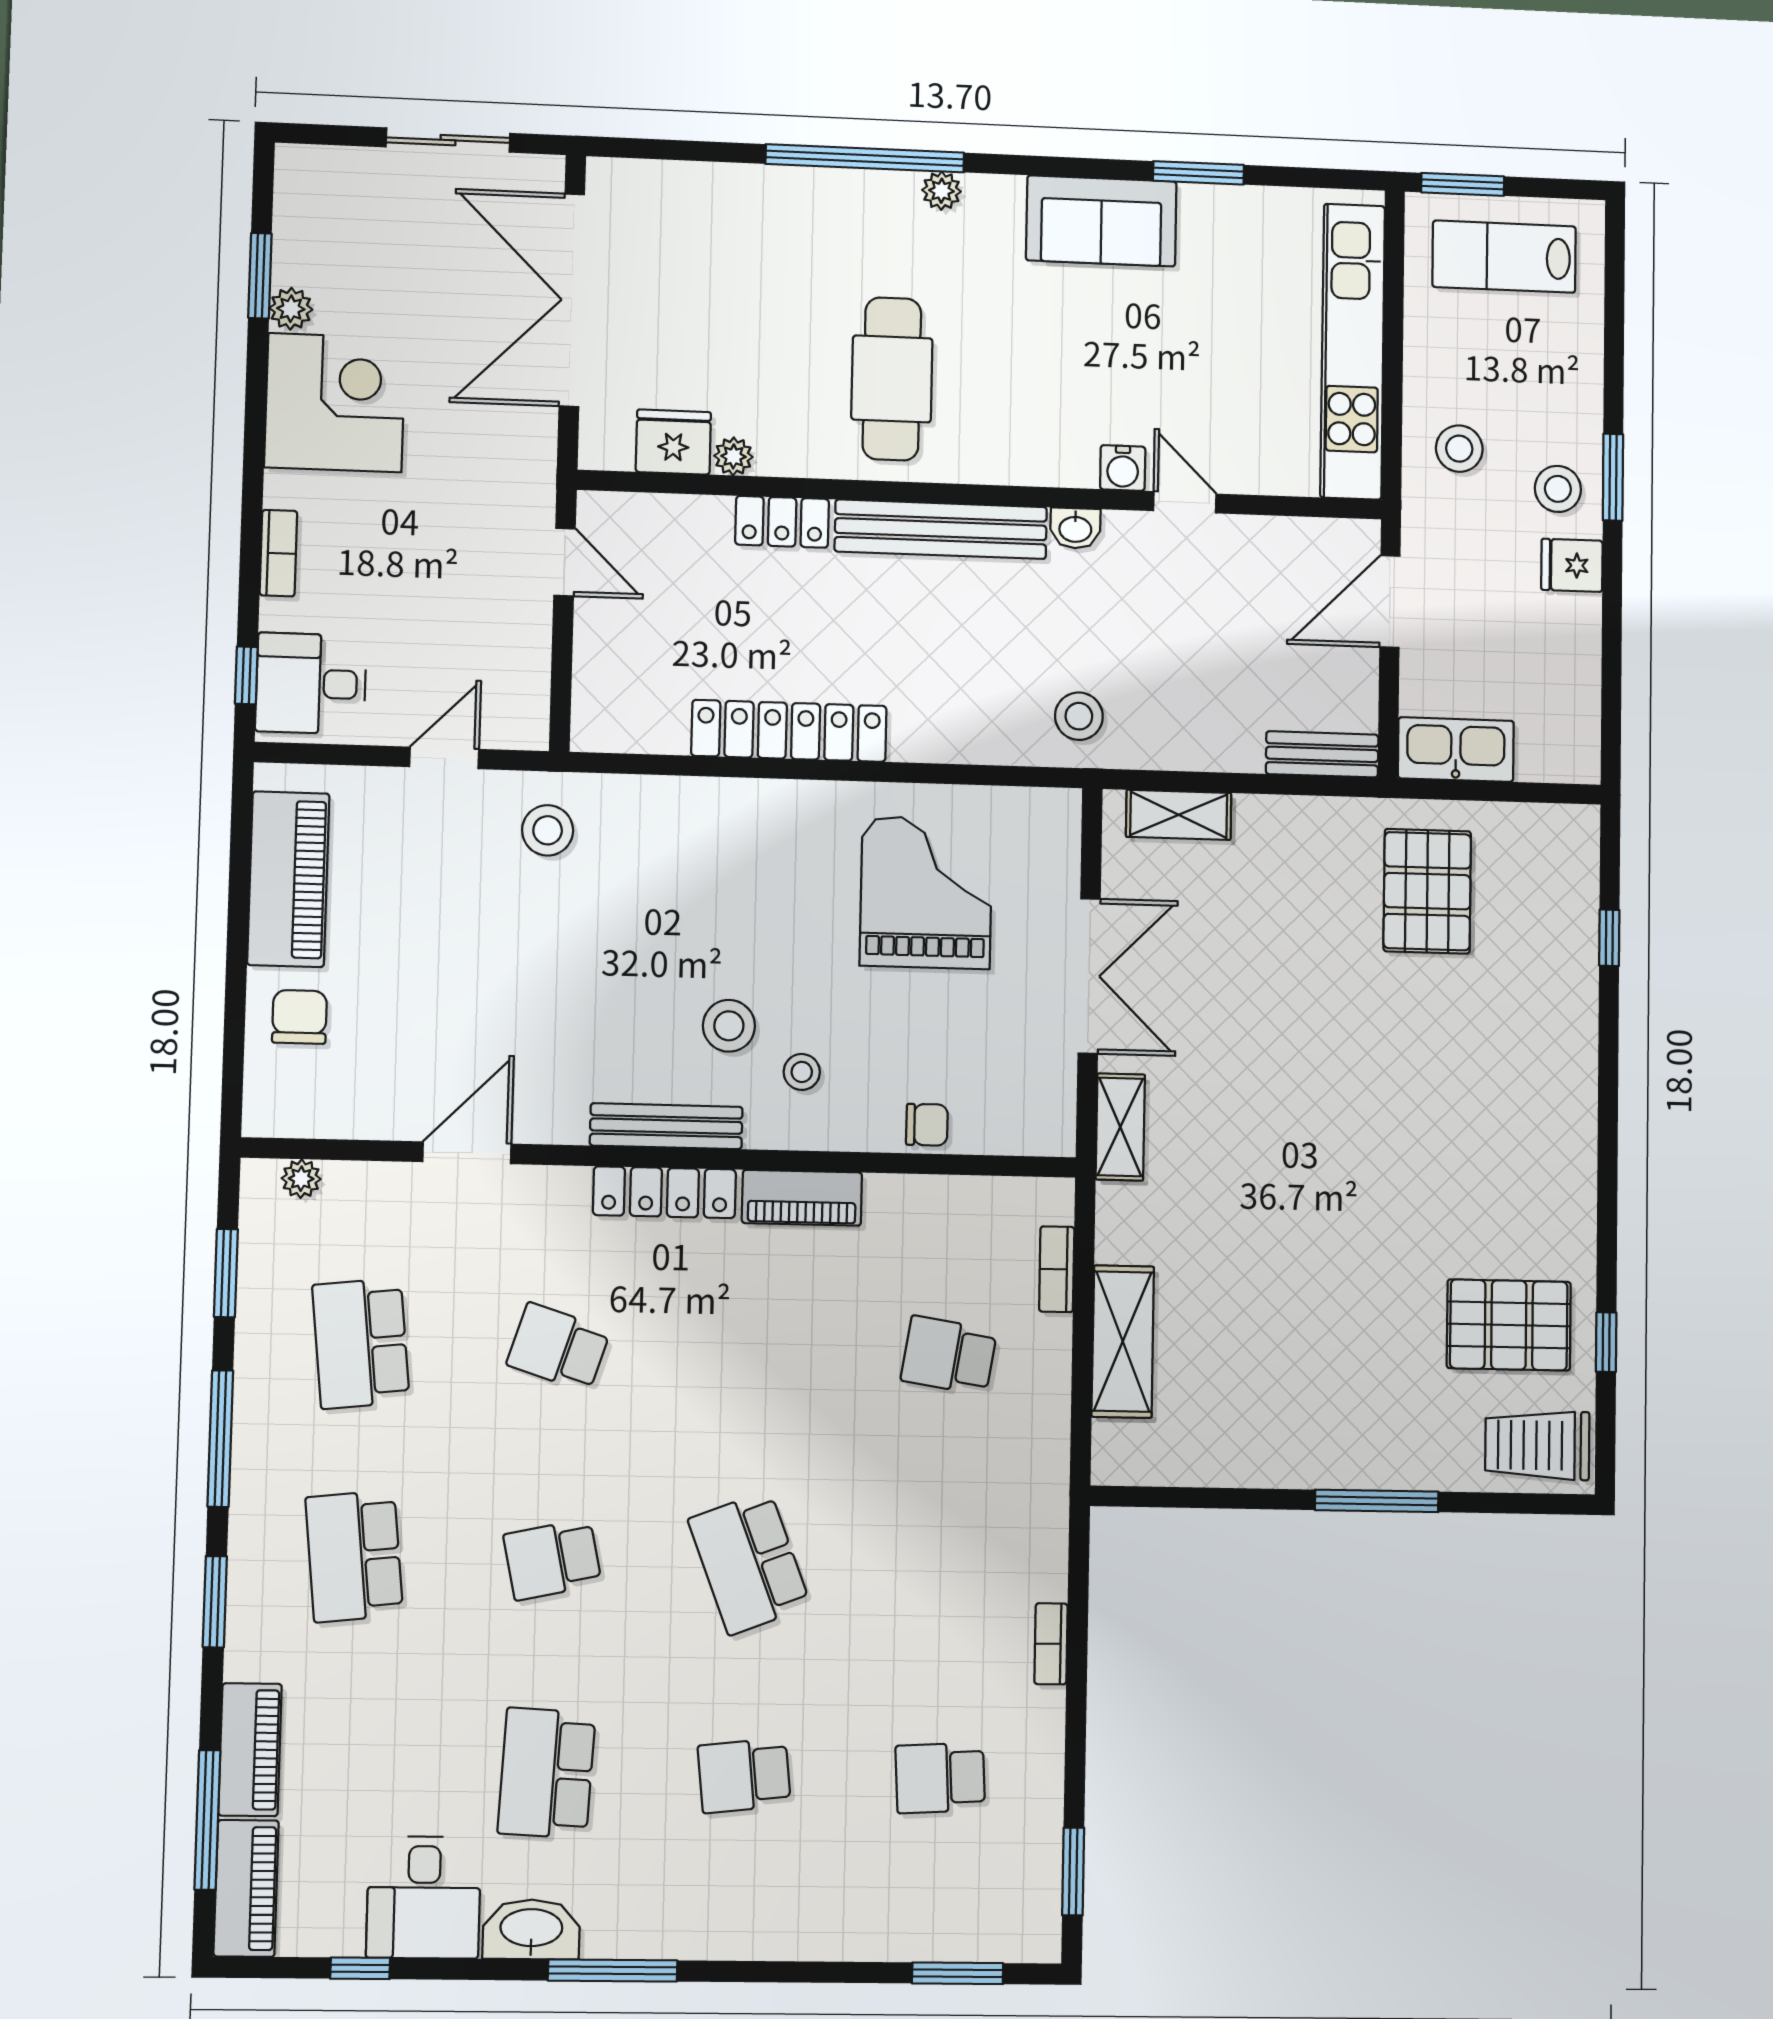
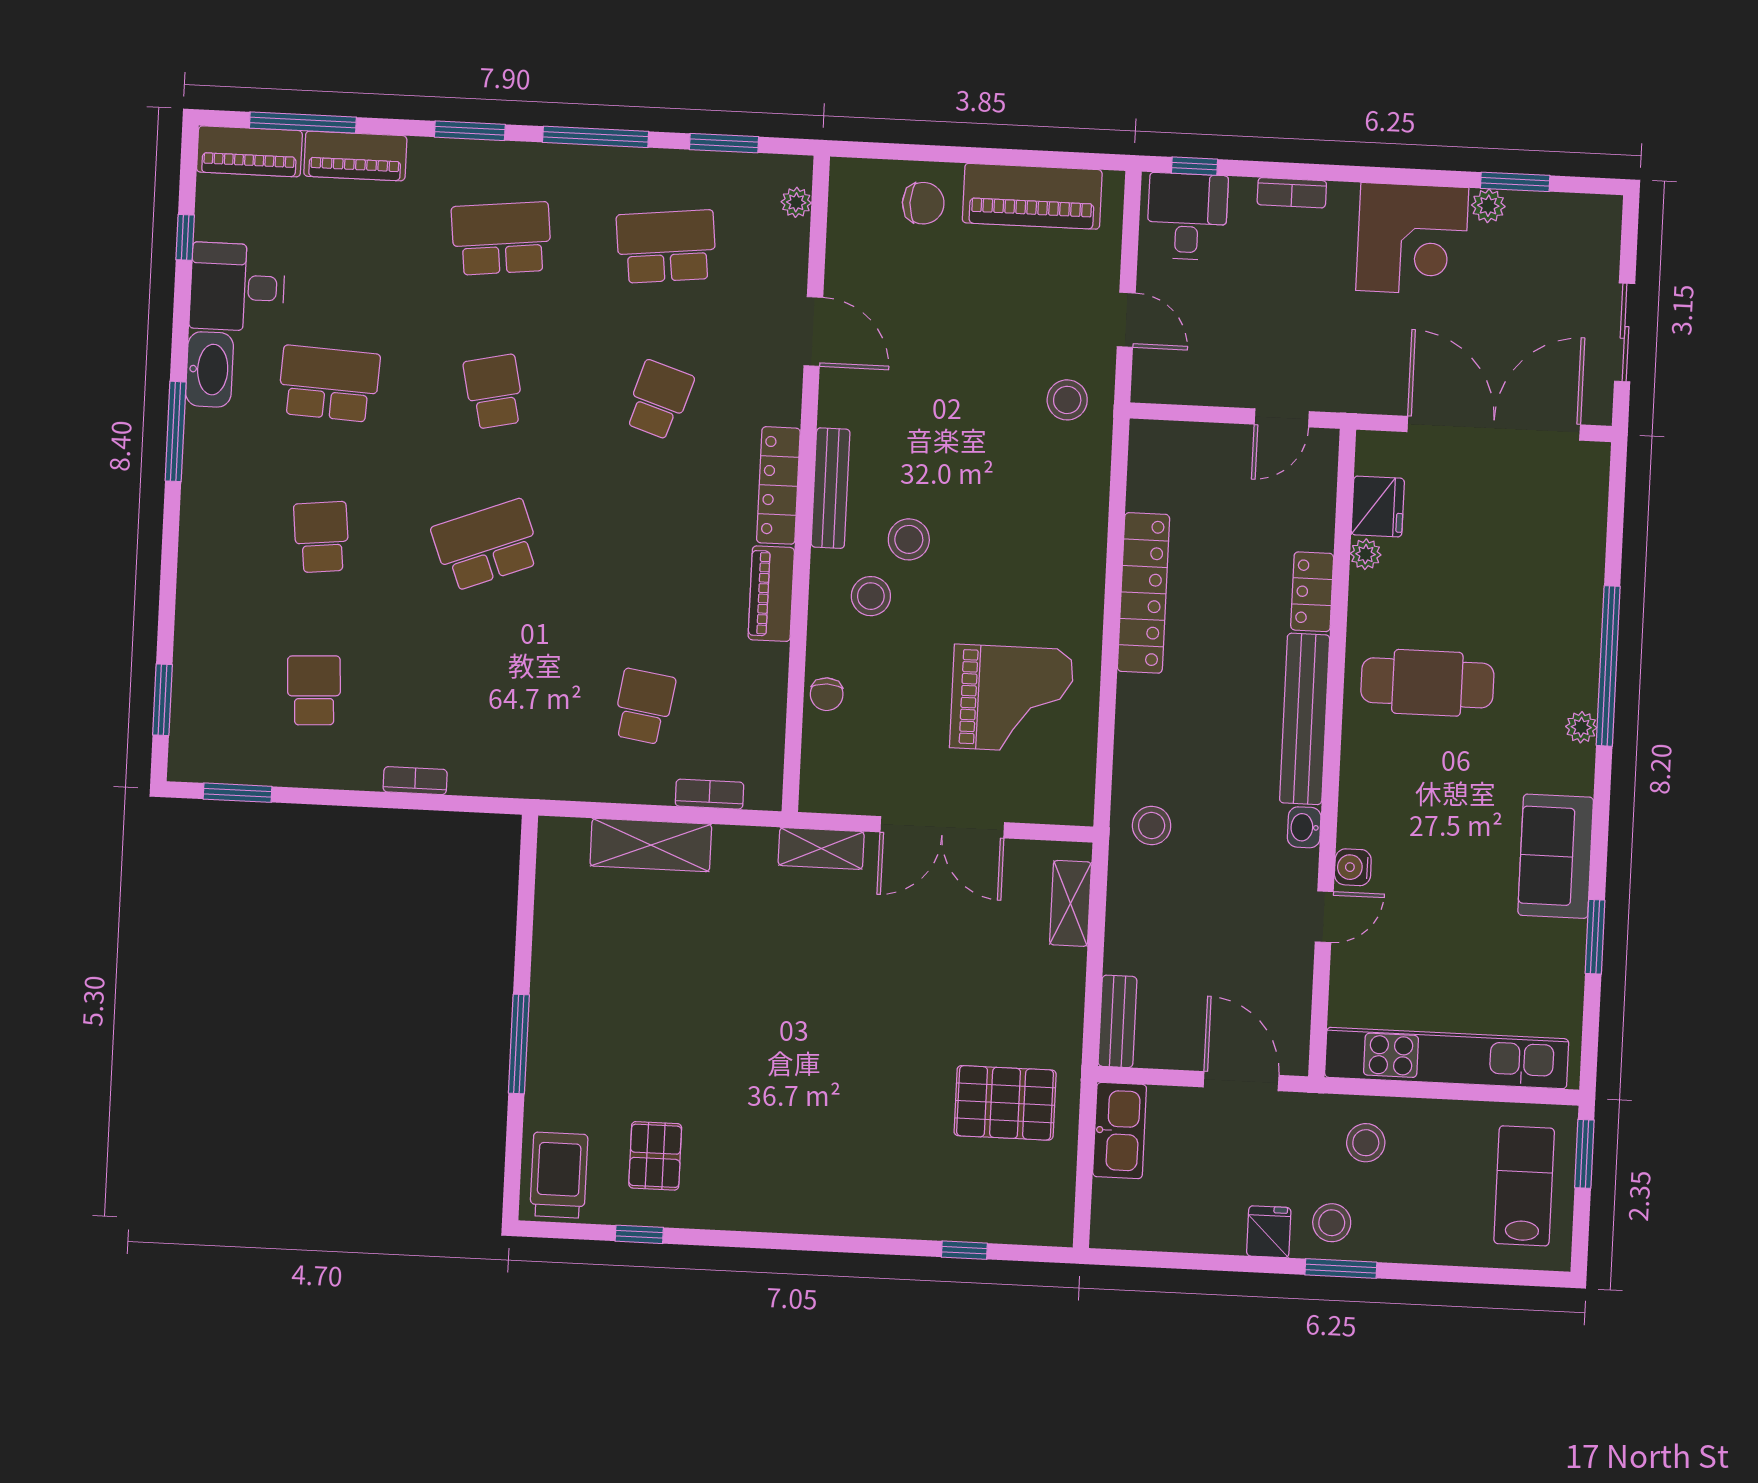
stool: (802, 1072) -> (871, 596), width x1.37, depth x1.37
pallet: (1509, 1325) -> (655, 1156), width x0.67, depth x0.71

